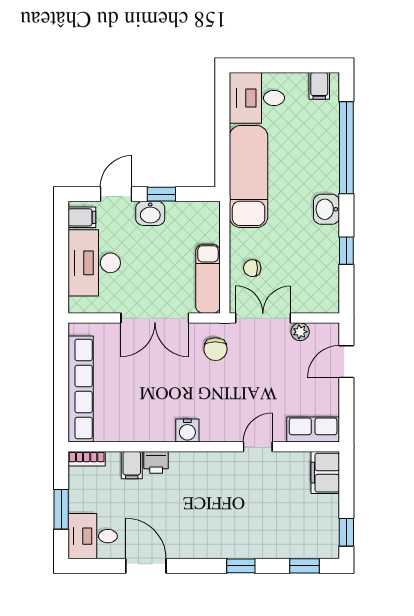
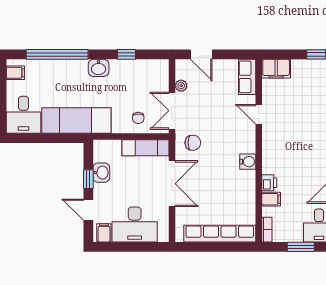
washbasin: (150, 213) -> (101, 173), moved

